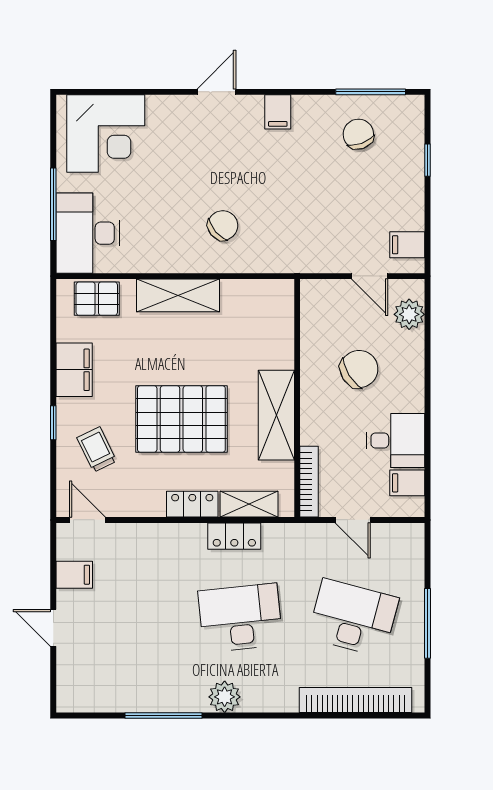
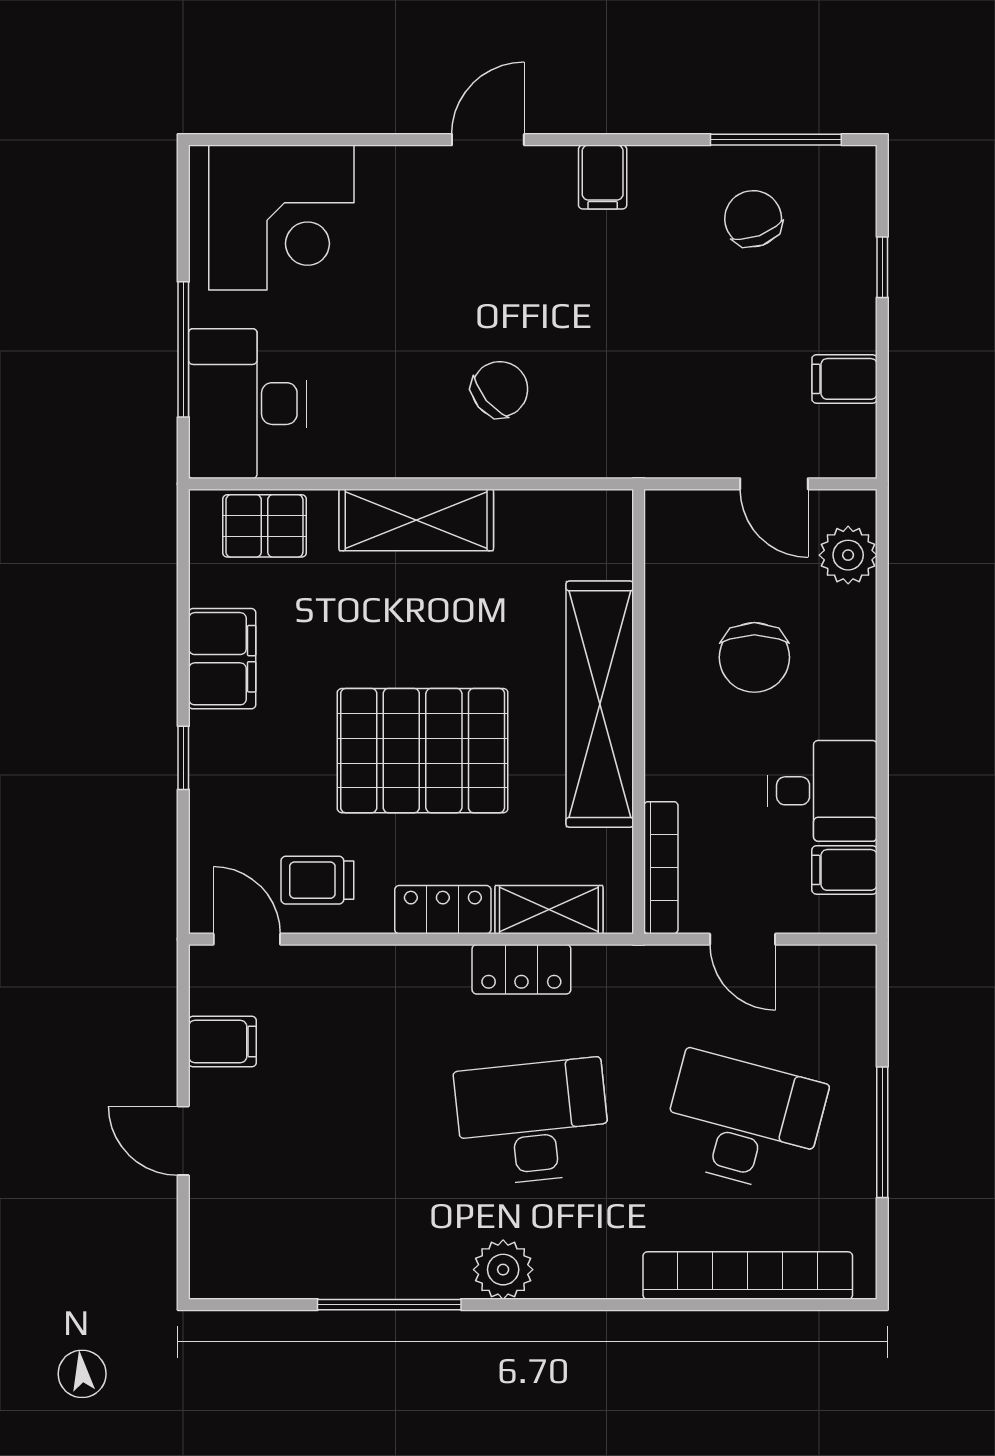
filing cabinet: (407, 245) -> (844, 379), moved
chair: (359, 369) -> (754, 657), turned 122
shelving: (276, 415) -> (600, 704), width x1.47
trolley: (97, 449) -> (317, 880), moved, turned -64

